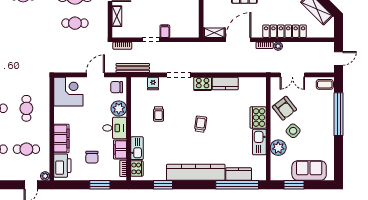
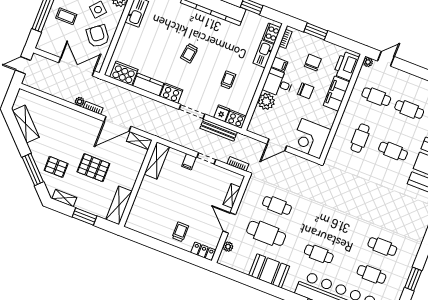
shelving: (193, 22) -> (157, 161), added
locker: (285, 31) -> (67, 114), removed
bench: (133, 68) -> (219, 130), moved
double door: (292, 75) -> (77, 67), width x1.37
cooker: (139, 83) -> (236, 119), added
coffee table: (325, 84) -> (66, 16), moved
chair: (117, 87) -> (306, 91), moved
cooker: (258, 118) -> (124, 73), moved, turned -90
filing cabinet: (120, 150) -> (279, 64), width x0.50

